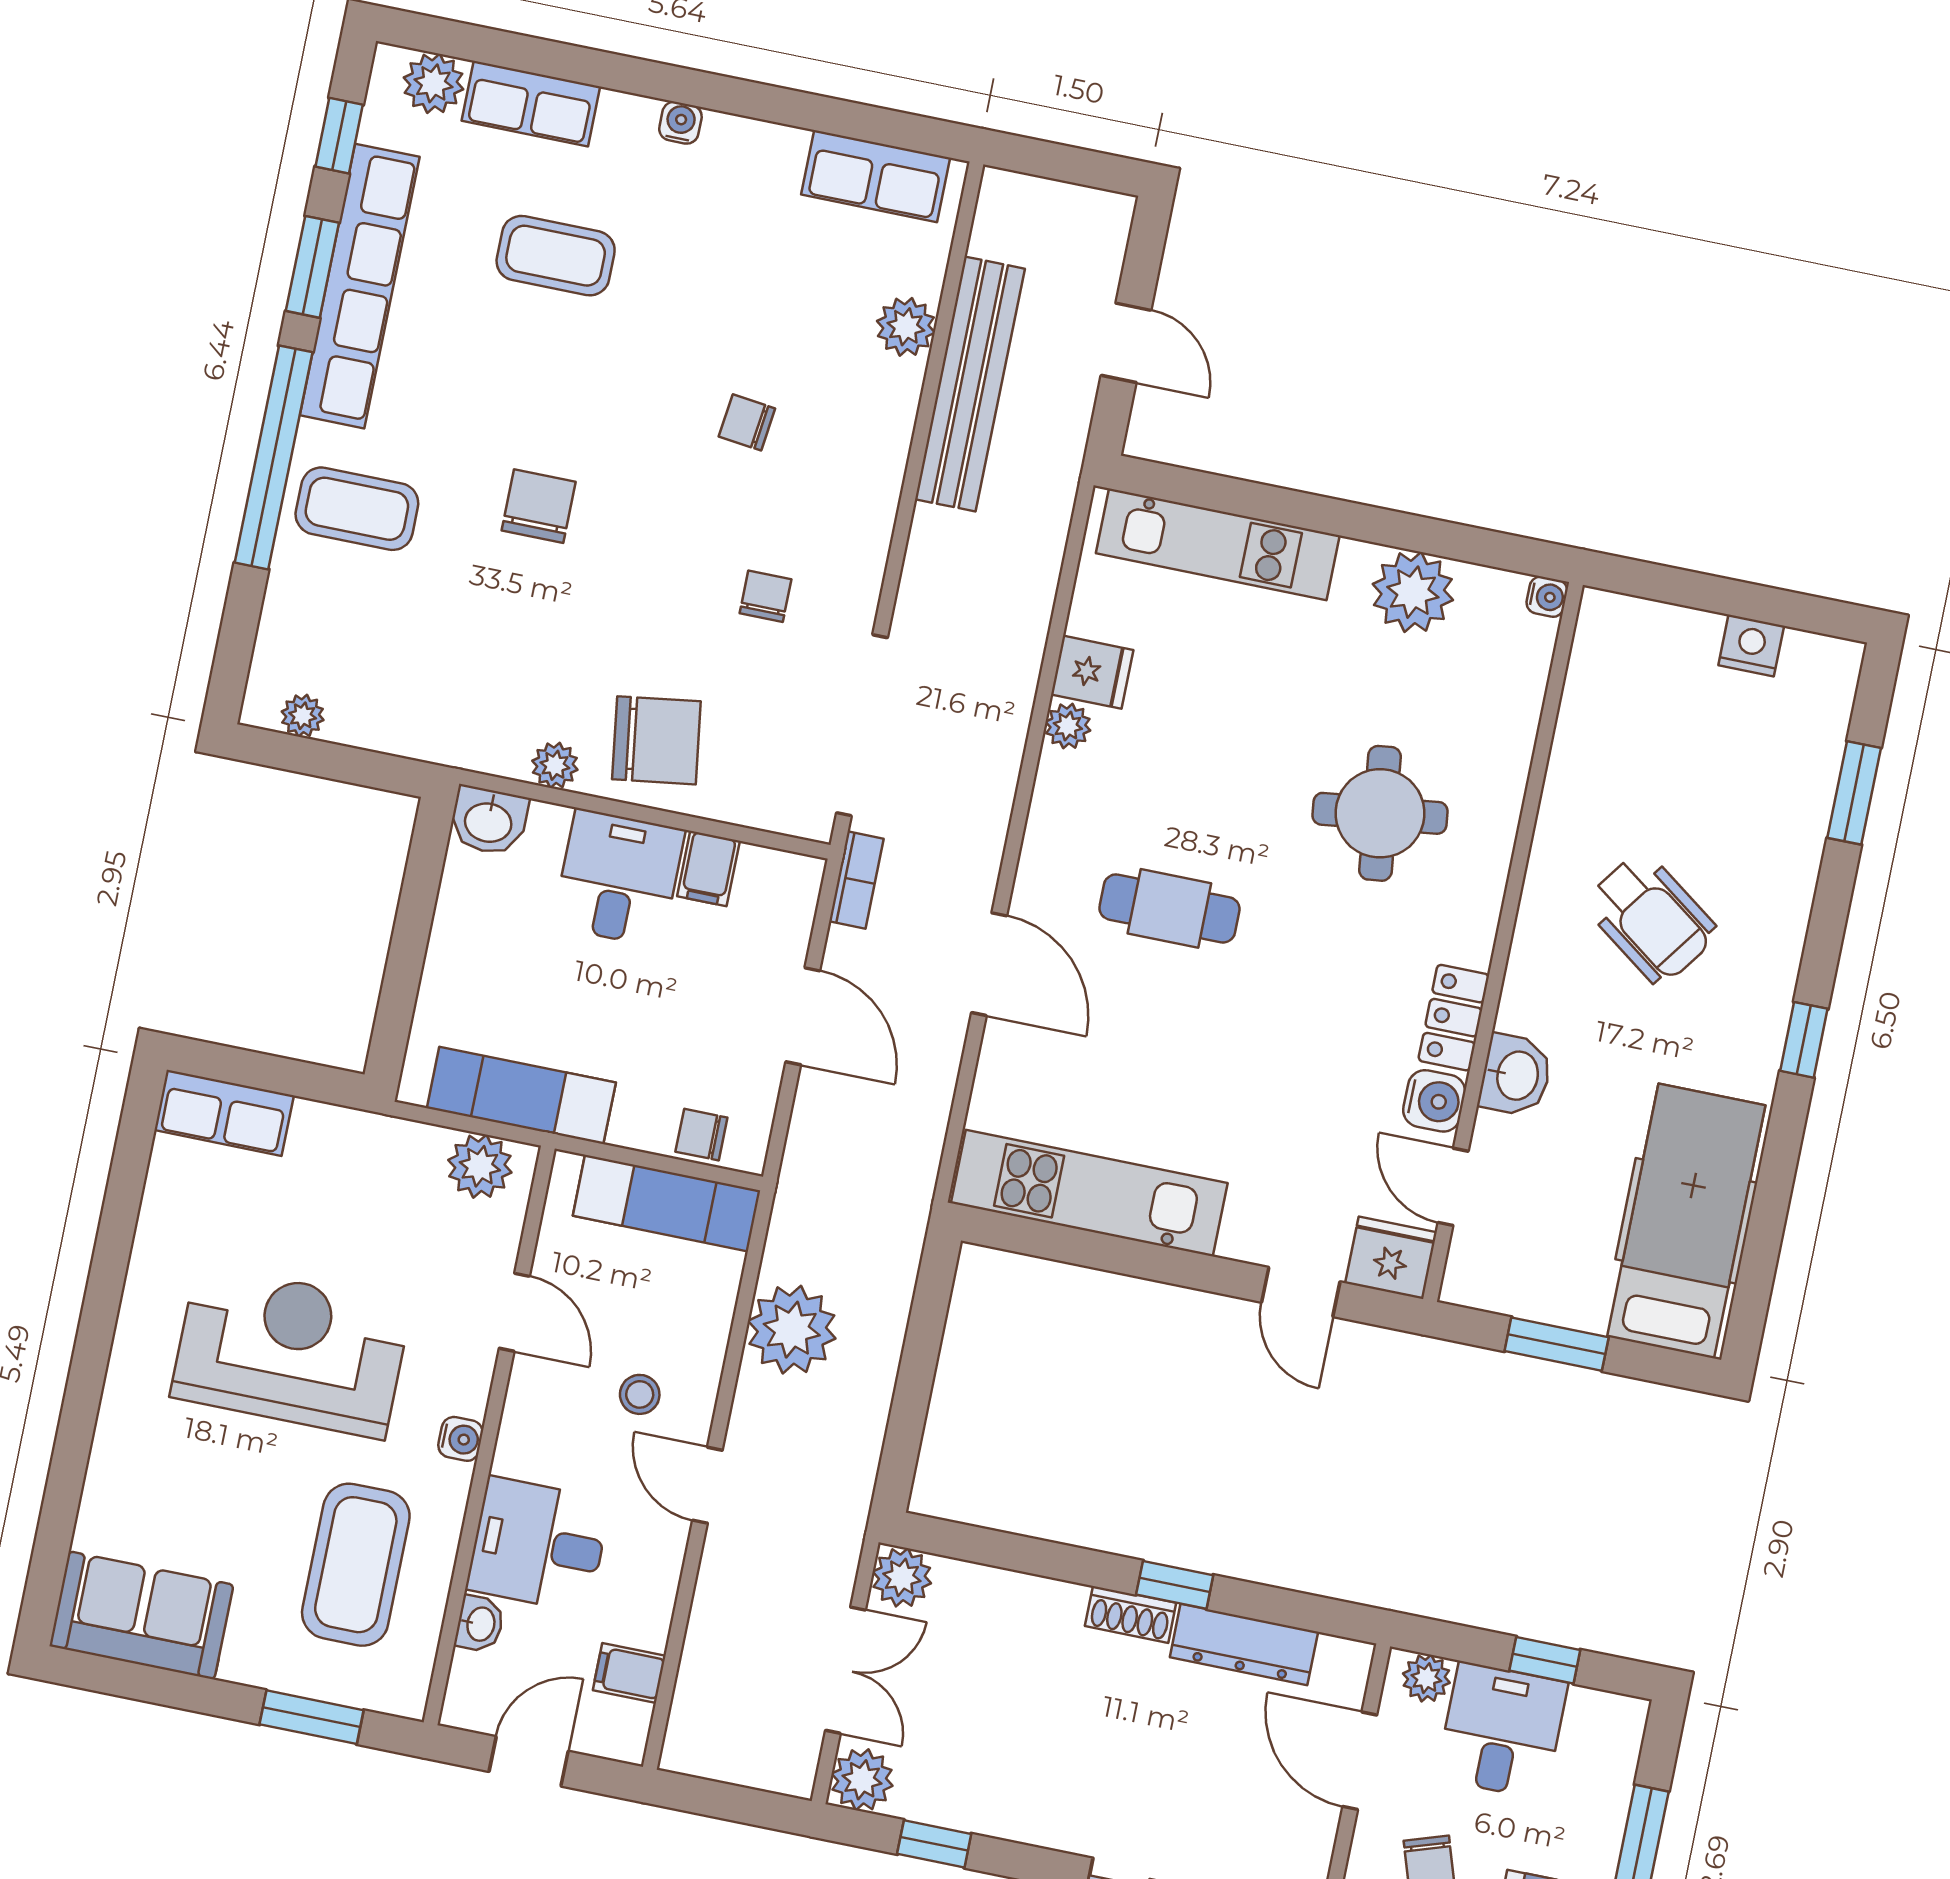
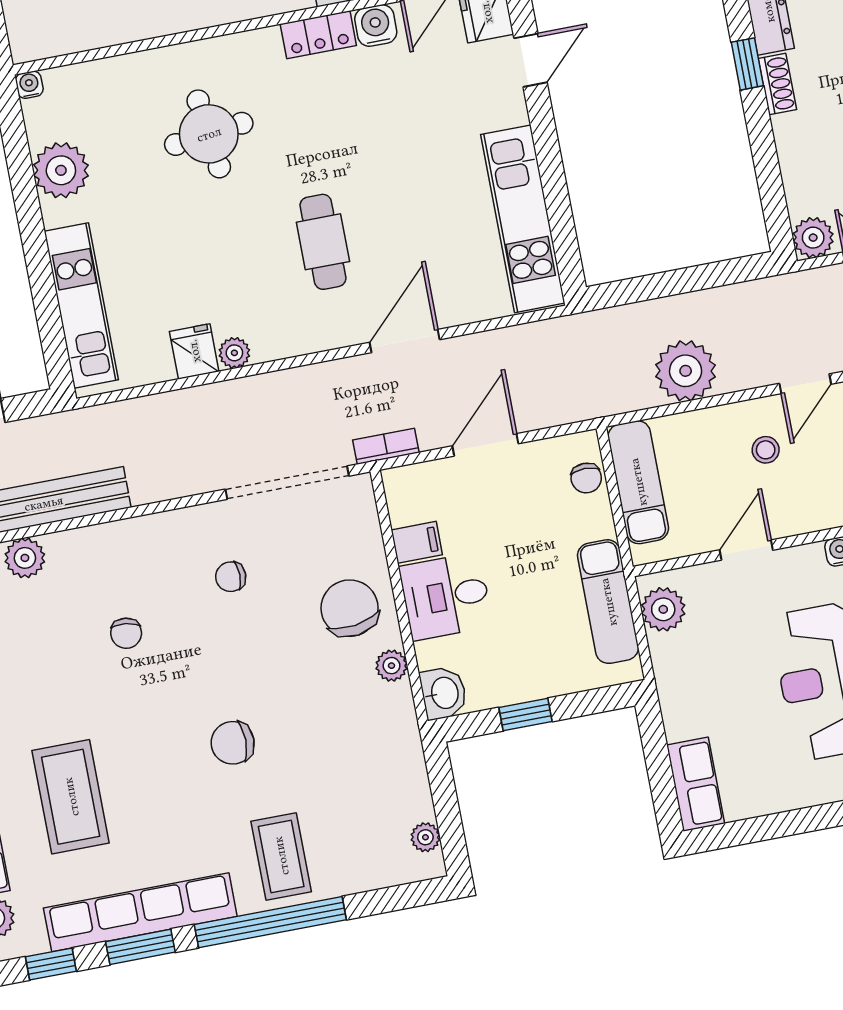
coffee table: (556, 256) -> (71, 797), width x1.36, depth x1.32
window: (414, 920) -> (525, 714), added

